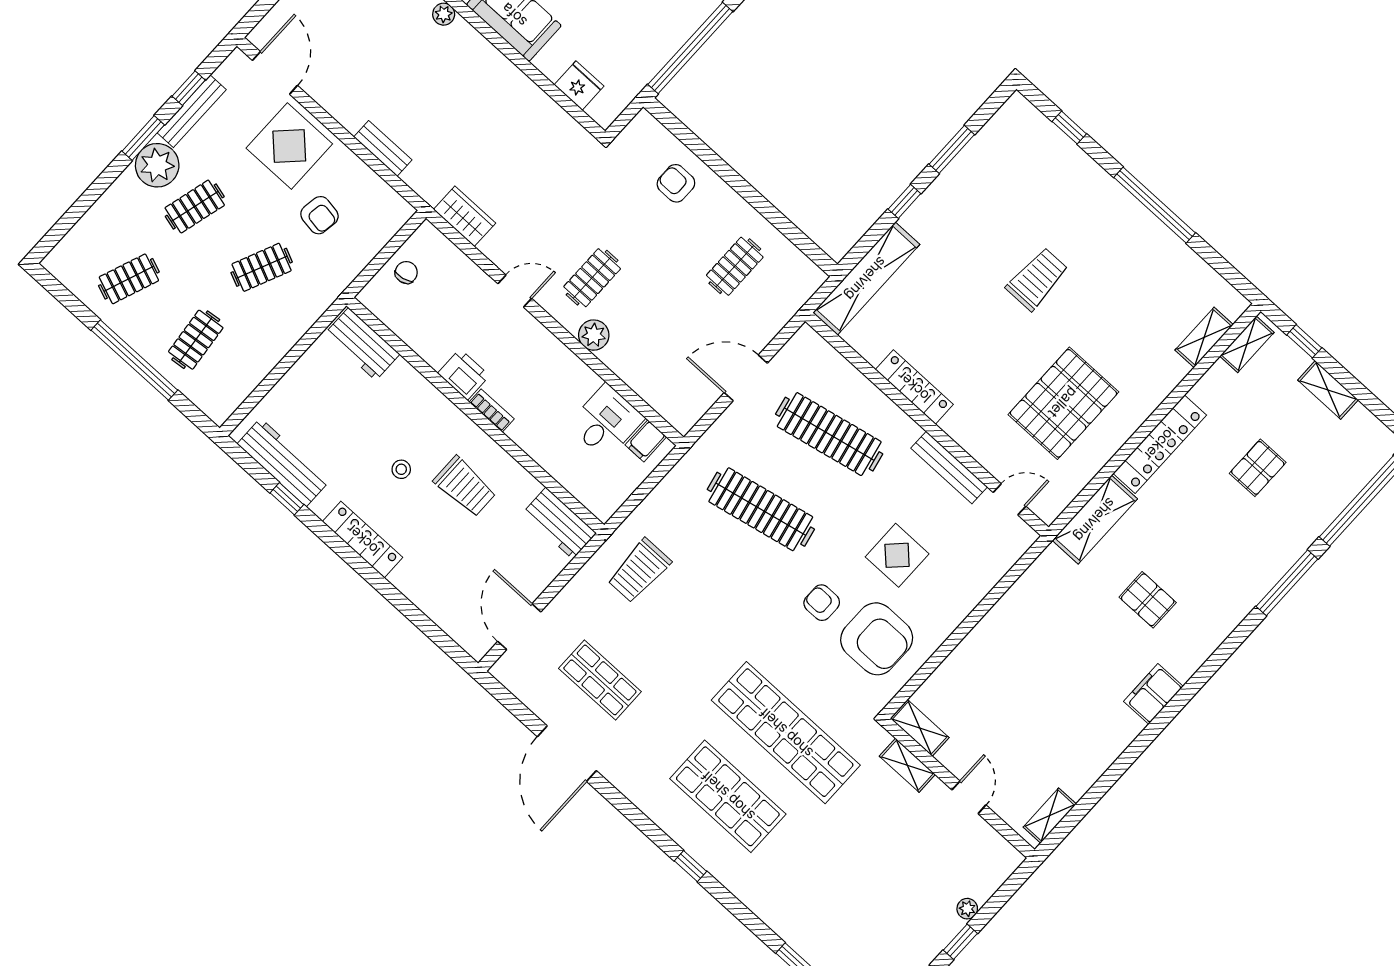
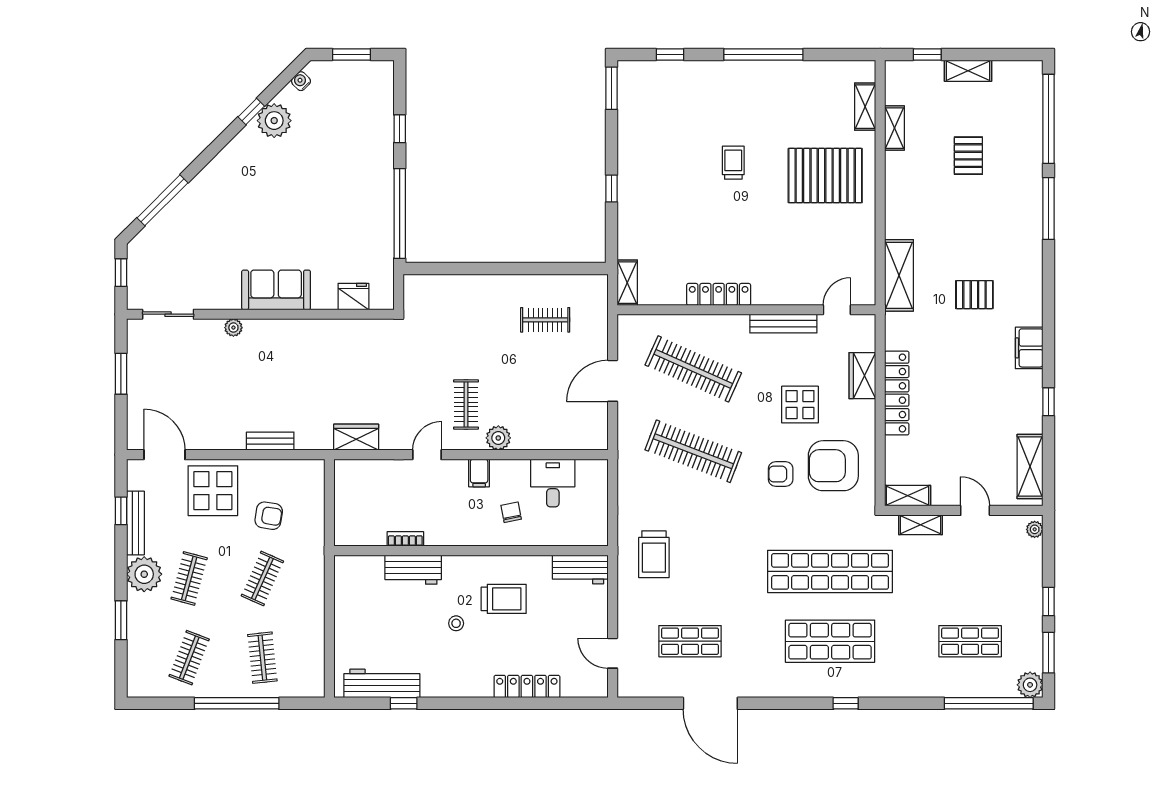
window: (143, 138) -> (121, 620), moved
window: (952, 149) -> (612, 88), moved
armchair: (676, 183) -> (465, 302), removed
clothes rail: (735, 266) -> (545, 320), turned 90
chair: (406, 272) -> (511, 512), moved
shelving: (866, 279) -> (627, 283), width x0.45, depth x0.75
trolley: (1037, 279) -> (733, 163), width x0.73, depth x0.72
workbench: (362, 344) -> (413, 570), moved
shelving: (1247, 344) -> (895, 128), moved
printer: (464, 374) -> (442, 532), removed
pallet: (1063, 403) -> (825, 176), moved, turned 90
bookcase: (492, 411) -> (405, 539), moved
clothes rail: (829, 434) -> (693, 369), turned 36
filing cabinet: (646, 441) -> (479, 473), moved
locker: (1160, 444) -> (897, 393), moved
clothes rail: (761, 509) -> (693, 451), turned 33
locker: (363, 540) -> (527, 686), moved
wardrobe: (978, 581) -> (862, 376), added
door: (519, 627) -> (613, 653), width x0.73
armchair: (877, 639) -> (833, 466), turned 180
window: (1126, 759) -> (1049, 402), added
shelving: (1050, 816) -> (1030, 467), width x1.50, depth x1.33
plant: (967, 909) -> (1035, 529), moved
shop shelf: (856, 913) -> (970, 641), added

